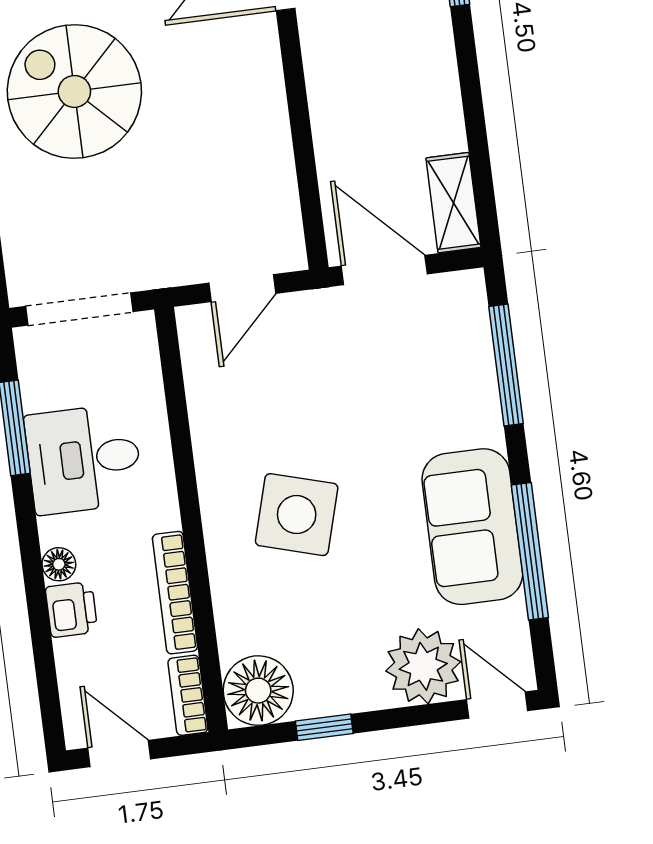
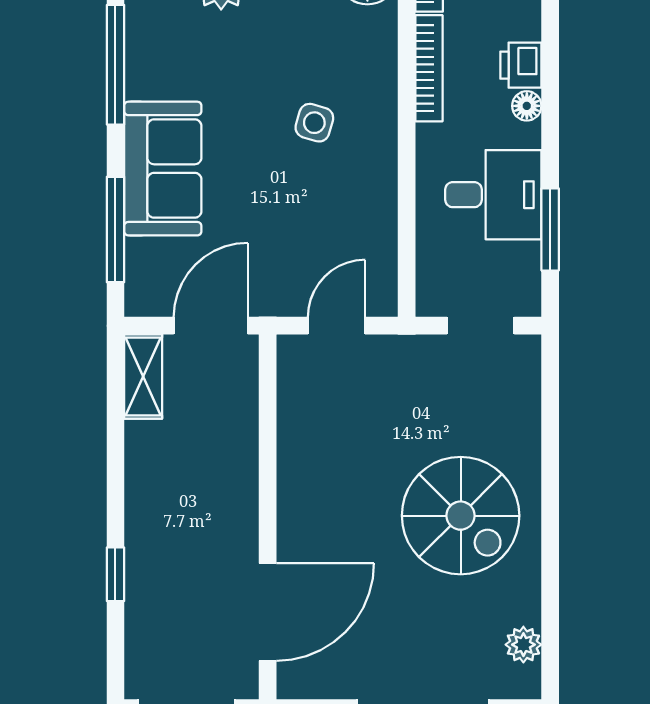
door: (384, 270) -> (211, 326), swing flipped
doorway: (79, 309) -> (481, 326), width x0.73
side table: (297, 515) -> (314, 123), width x0.54, depth x0.54
sofa: (472, 527) -> (163, 169), moved

